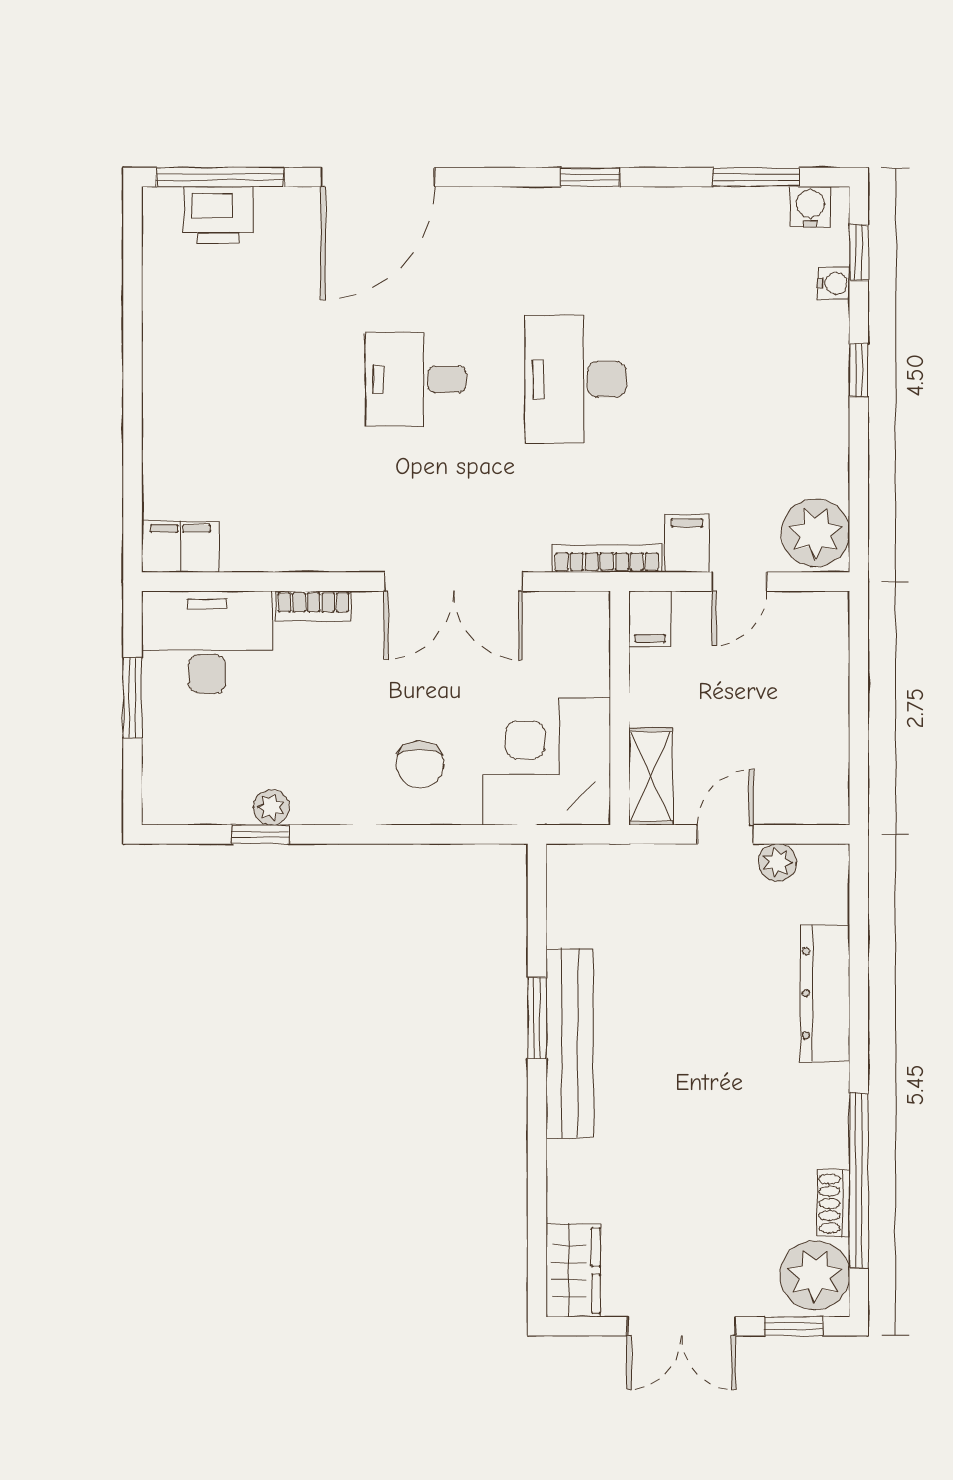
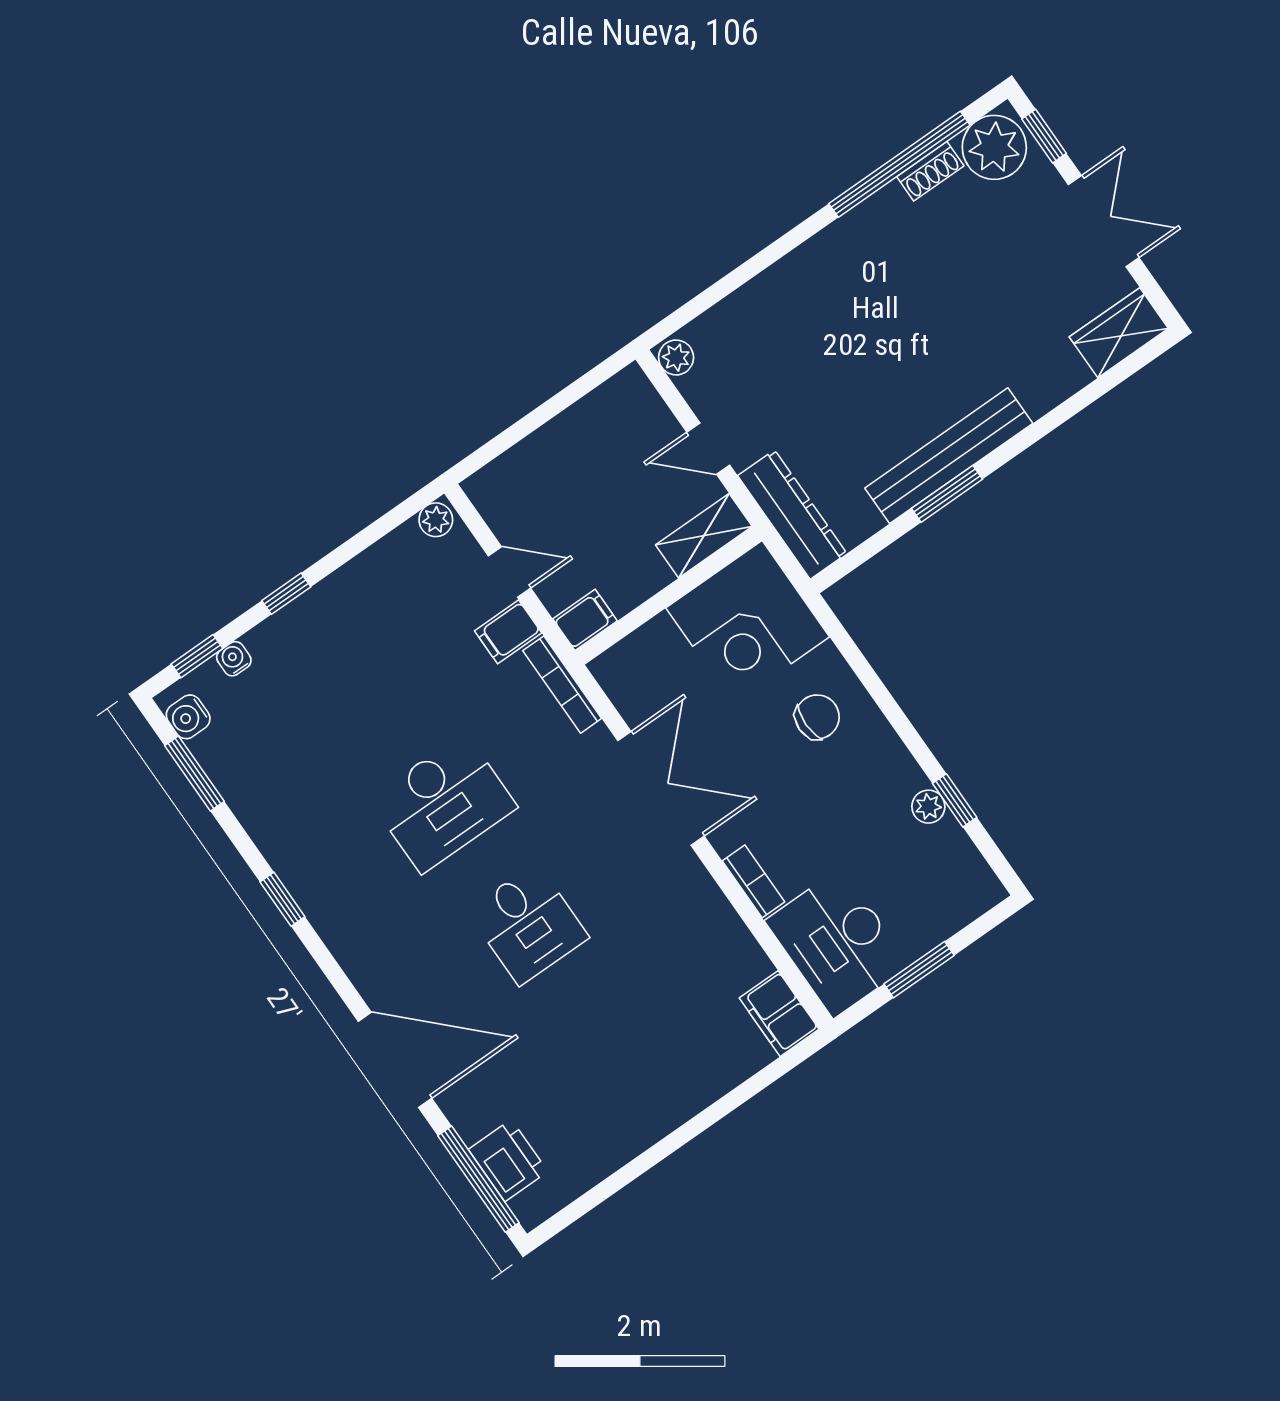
plant: (815, 533) -> (436, 520), width x0.53, depth x0.53
plant: (777, 862) -> (676, 357), moved
dresser: (825, 993) -> (792, 514), moved, turned -90

